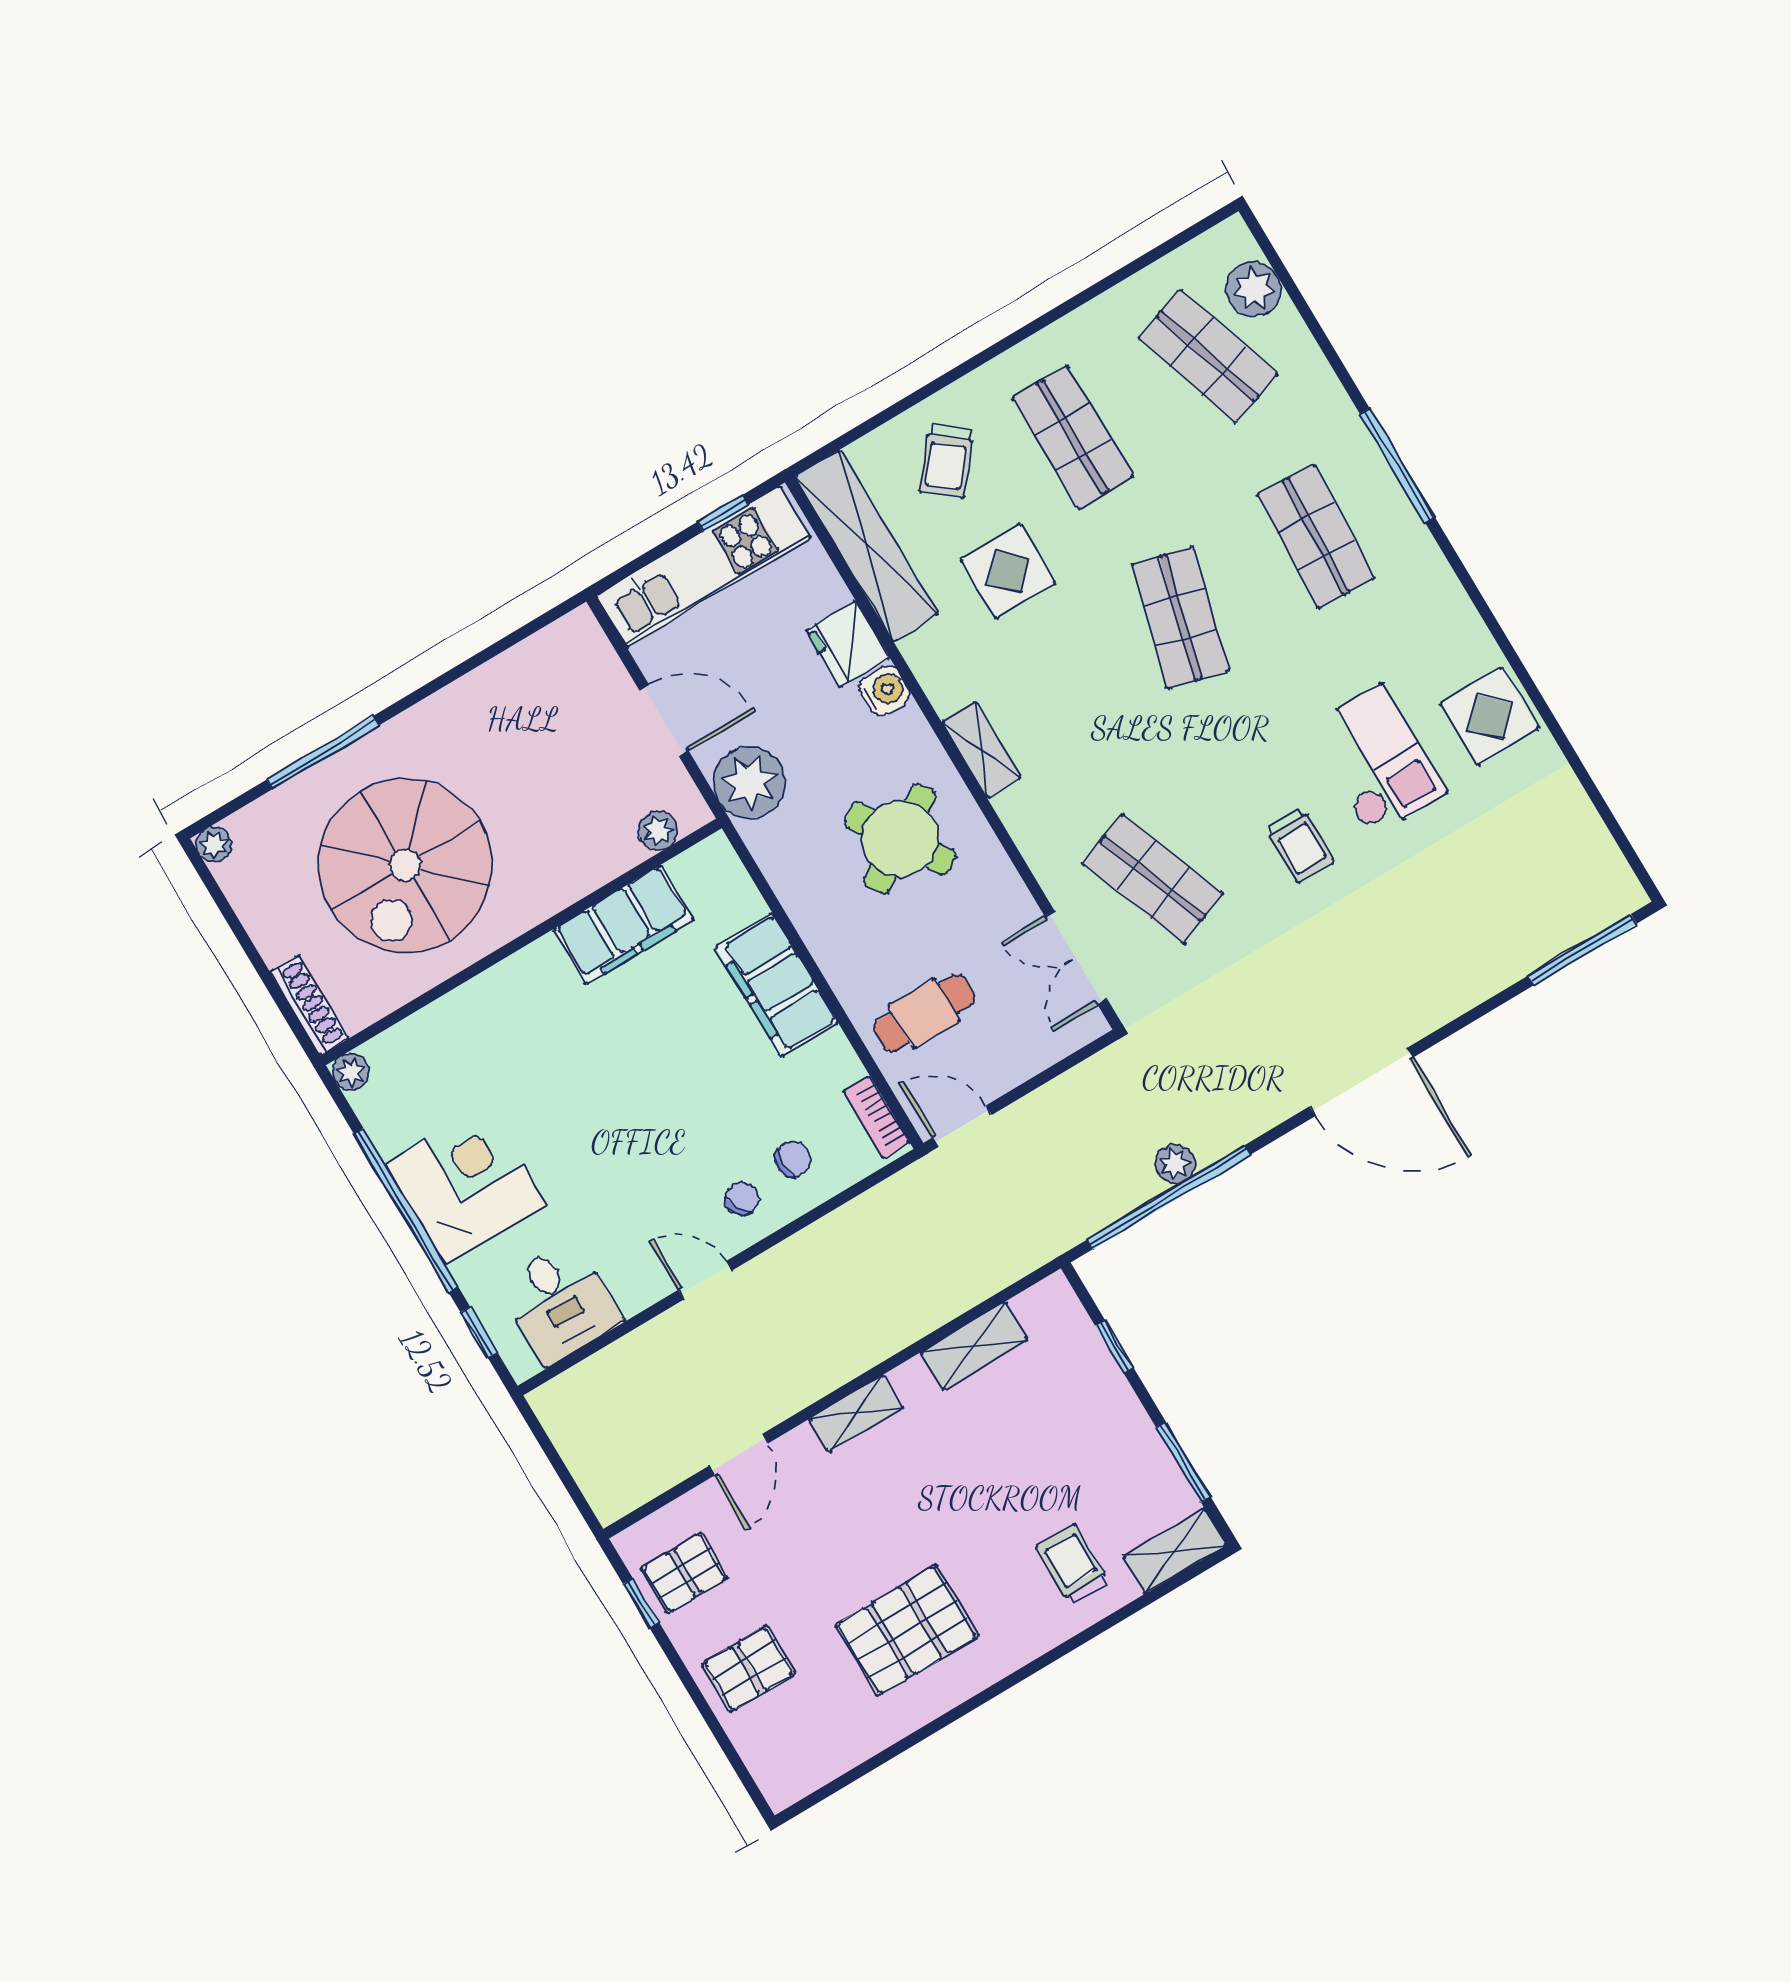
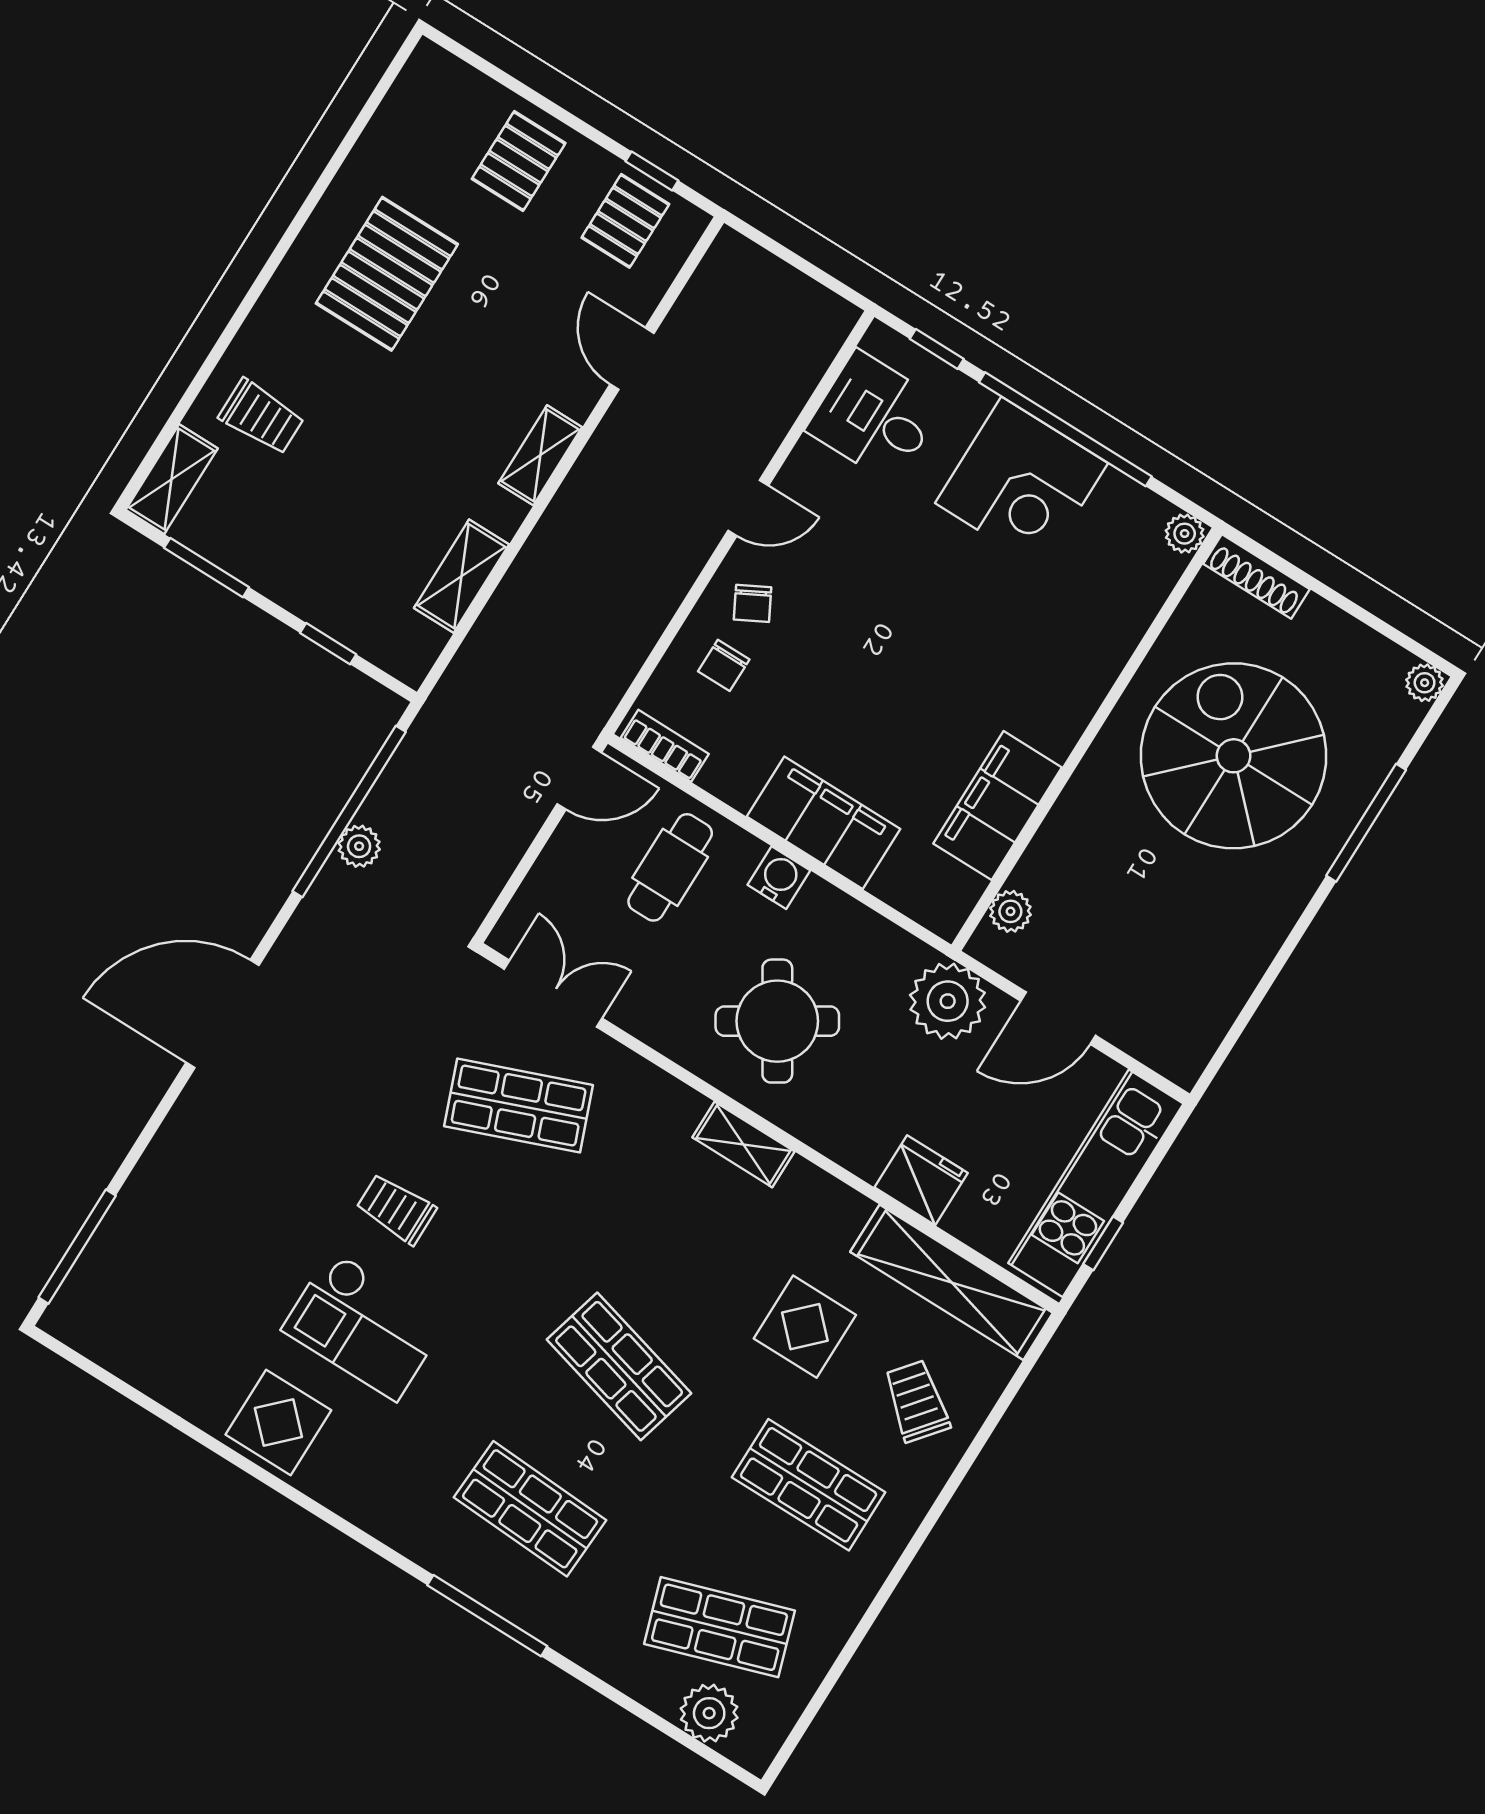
water cooler: (885, 691) -> (779, 878), moved, turned 180

